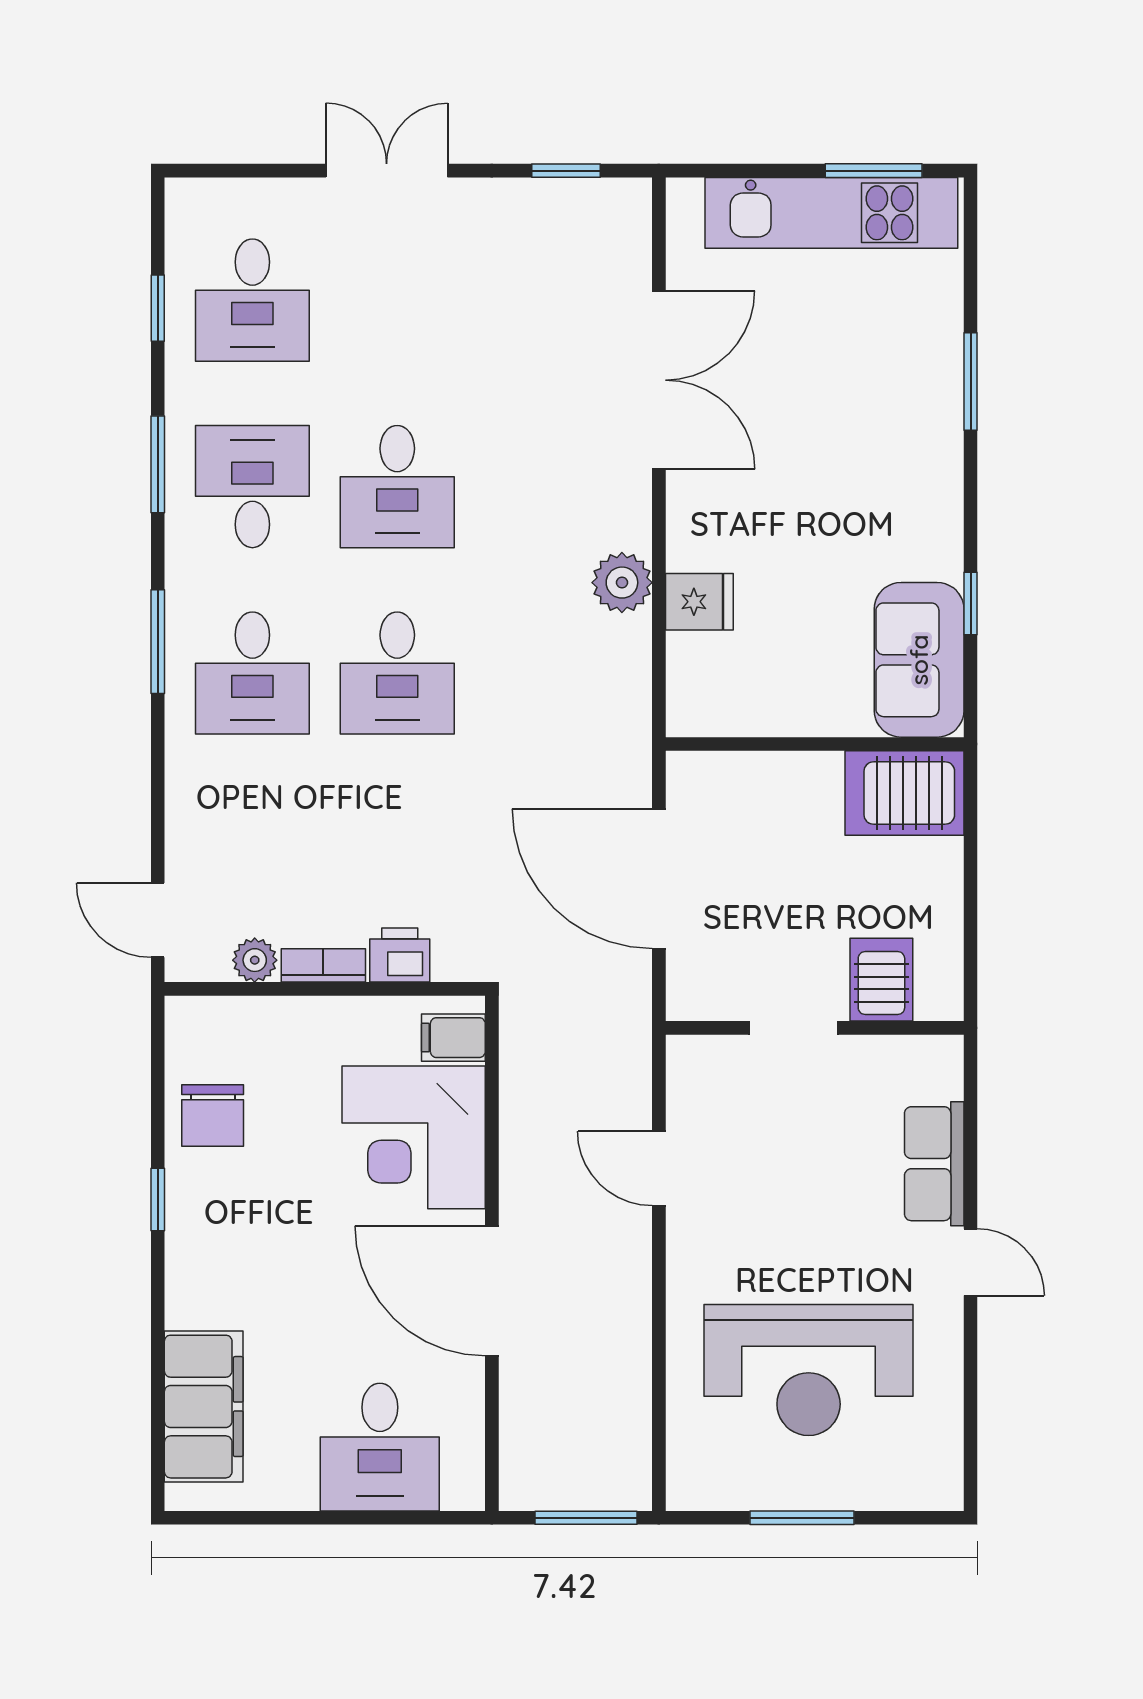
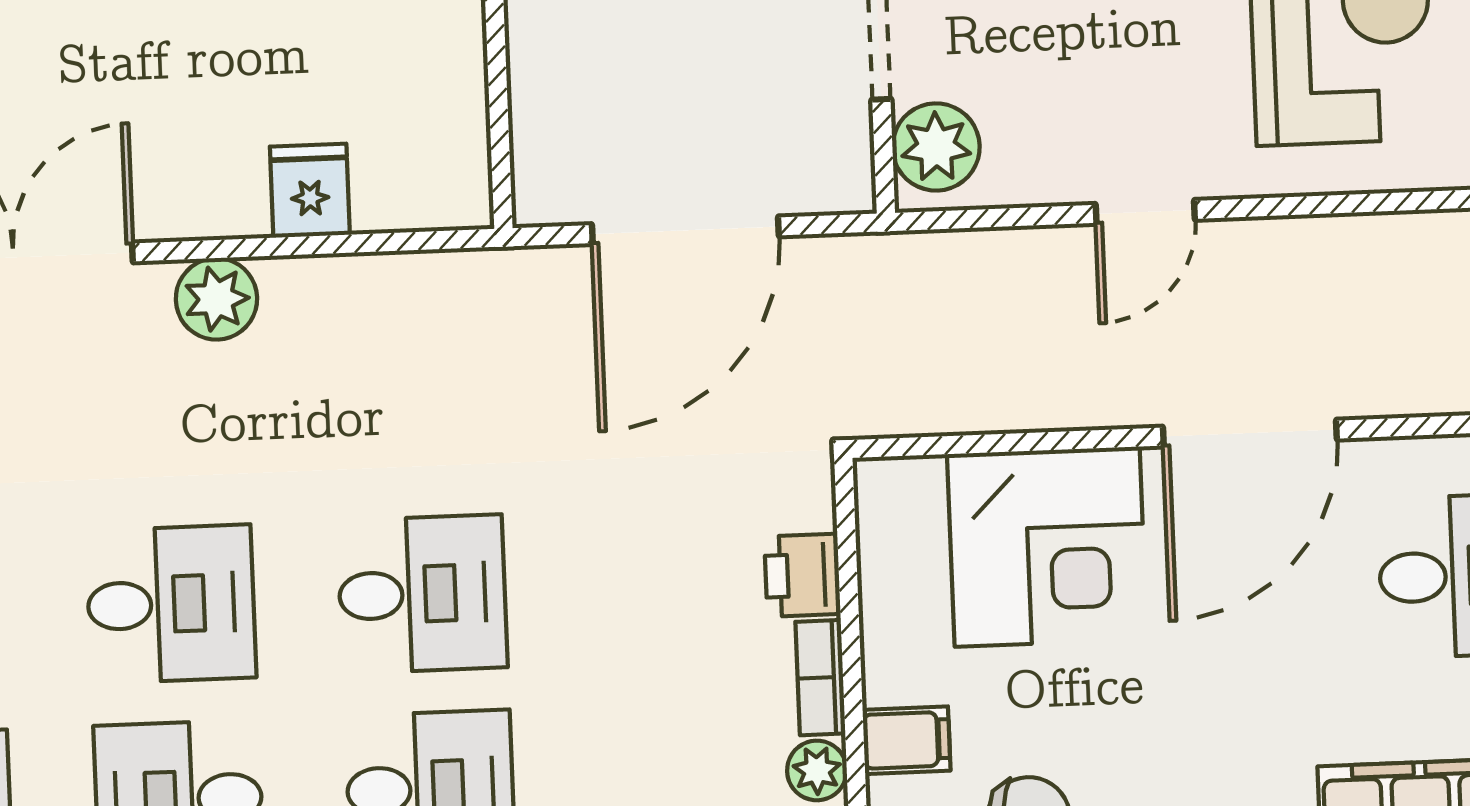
plant: (622, 583) -> (216, 299), moved
filing cabinet: (453, 1038) -> (906, 740), moved, turned -90
plant: (713, 1067) -> (936, 147), added
door: (659, 1168) -> (1145, 212), moved

